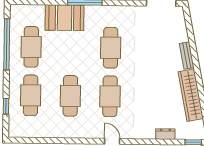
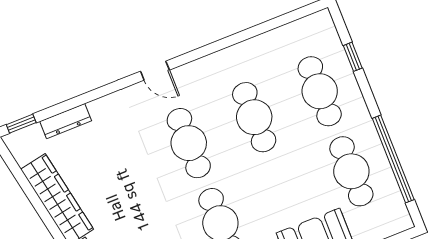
dresser: (165, 134) -> (66, 121), width x1.44

